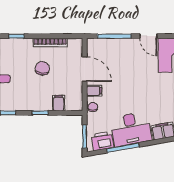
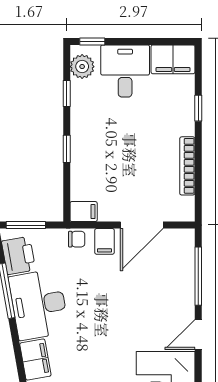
chair: (42, 68) -> (143, 153), removed
filing cabinet: (59, 103) -> (84, 212), moved

